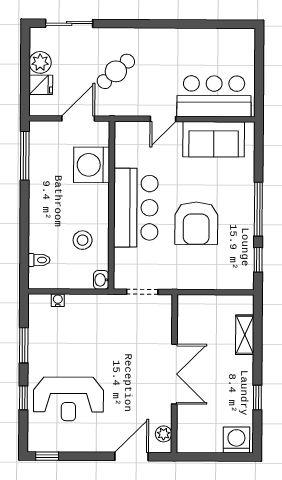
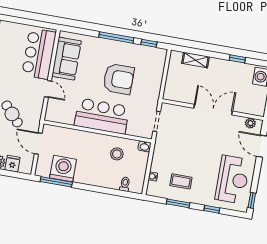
washing machine: (92, 165) -> (63, 169), moved, turned 180
coffee table: (58, 344) -> (181, 181), added
reception desk: (68, 399) -> (233, 180), moved

